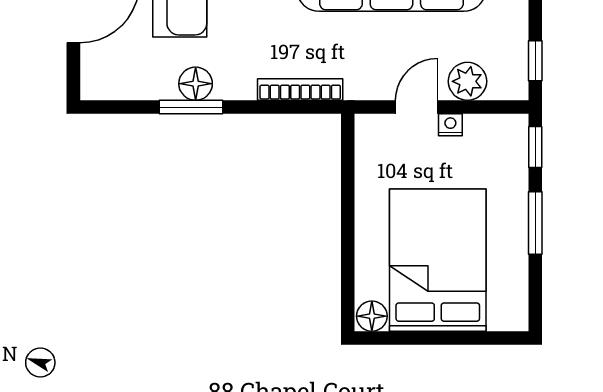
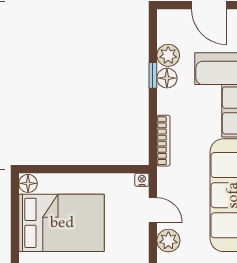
plant: (157, 82) -> (168, 55), added
window: (191, 107) -> (153, 75), width x0.67
nightstand: (450, 125) -> (142, 180), moved, turned -90

